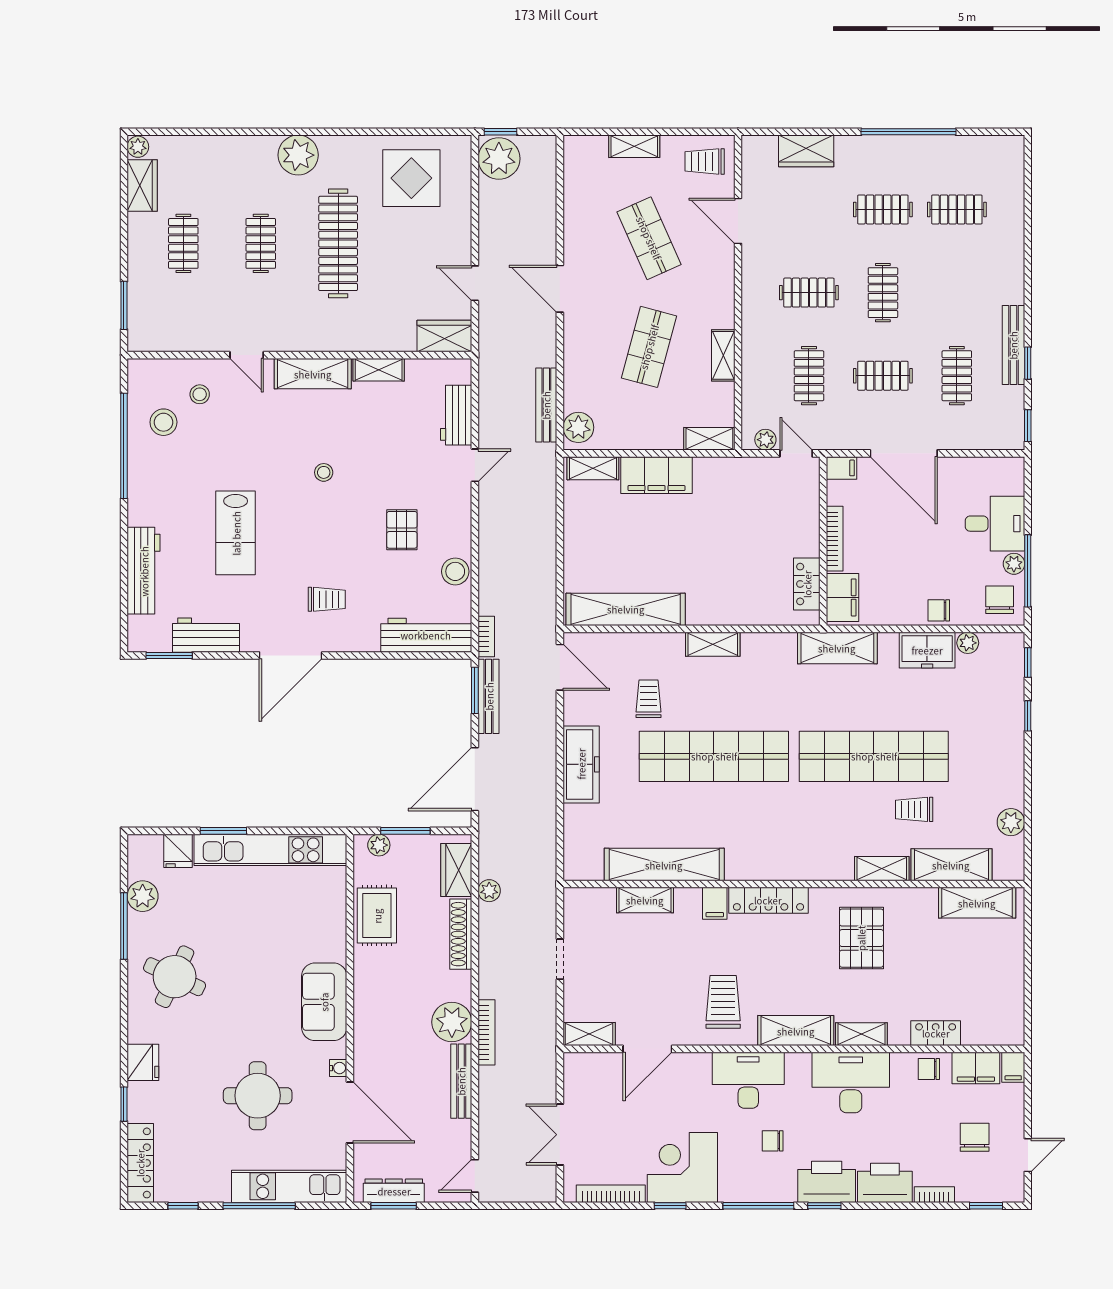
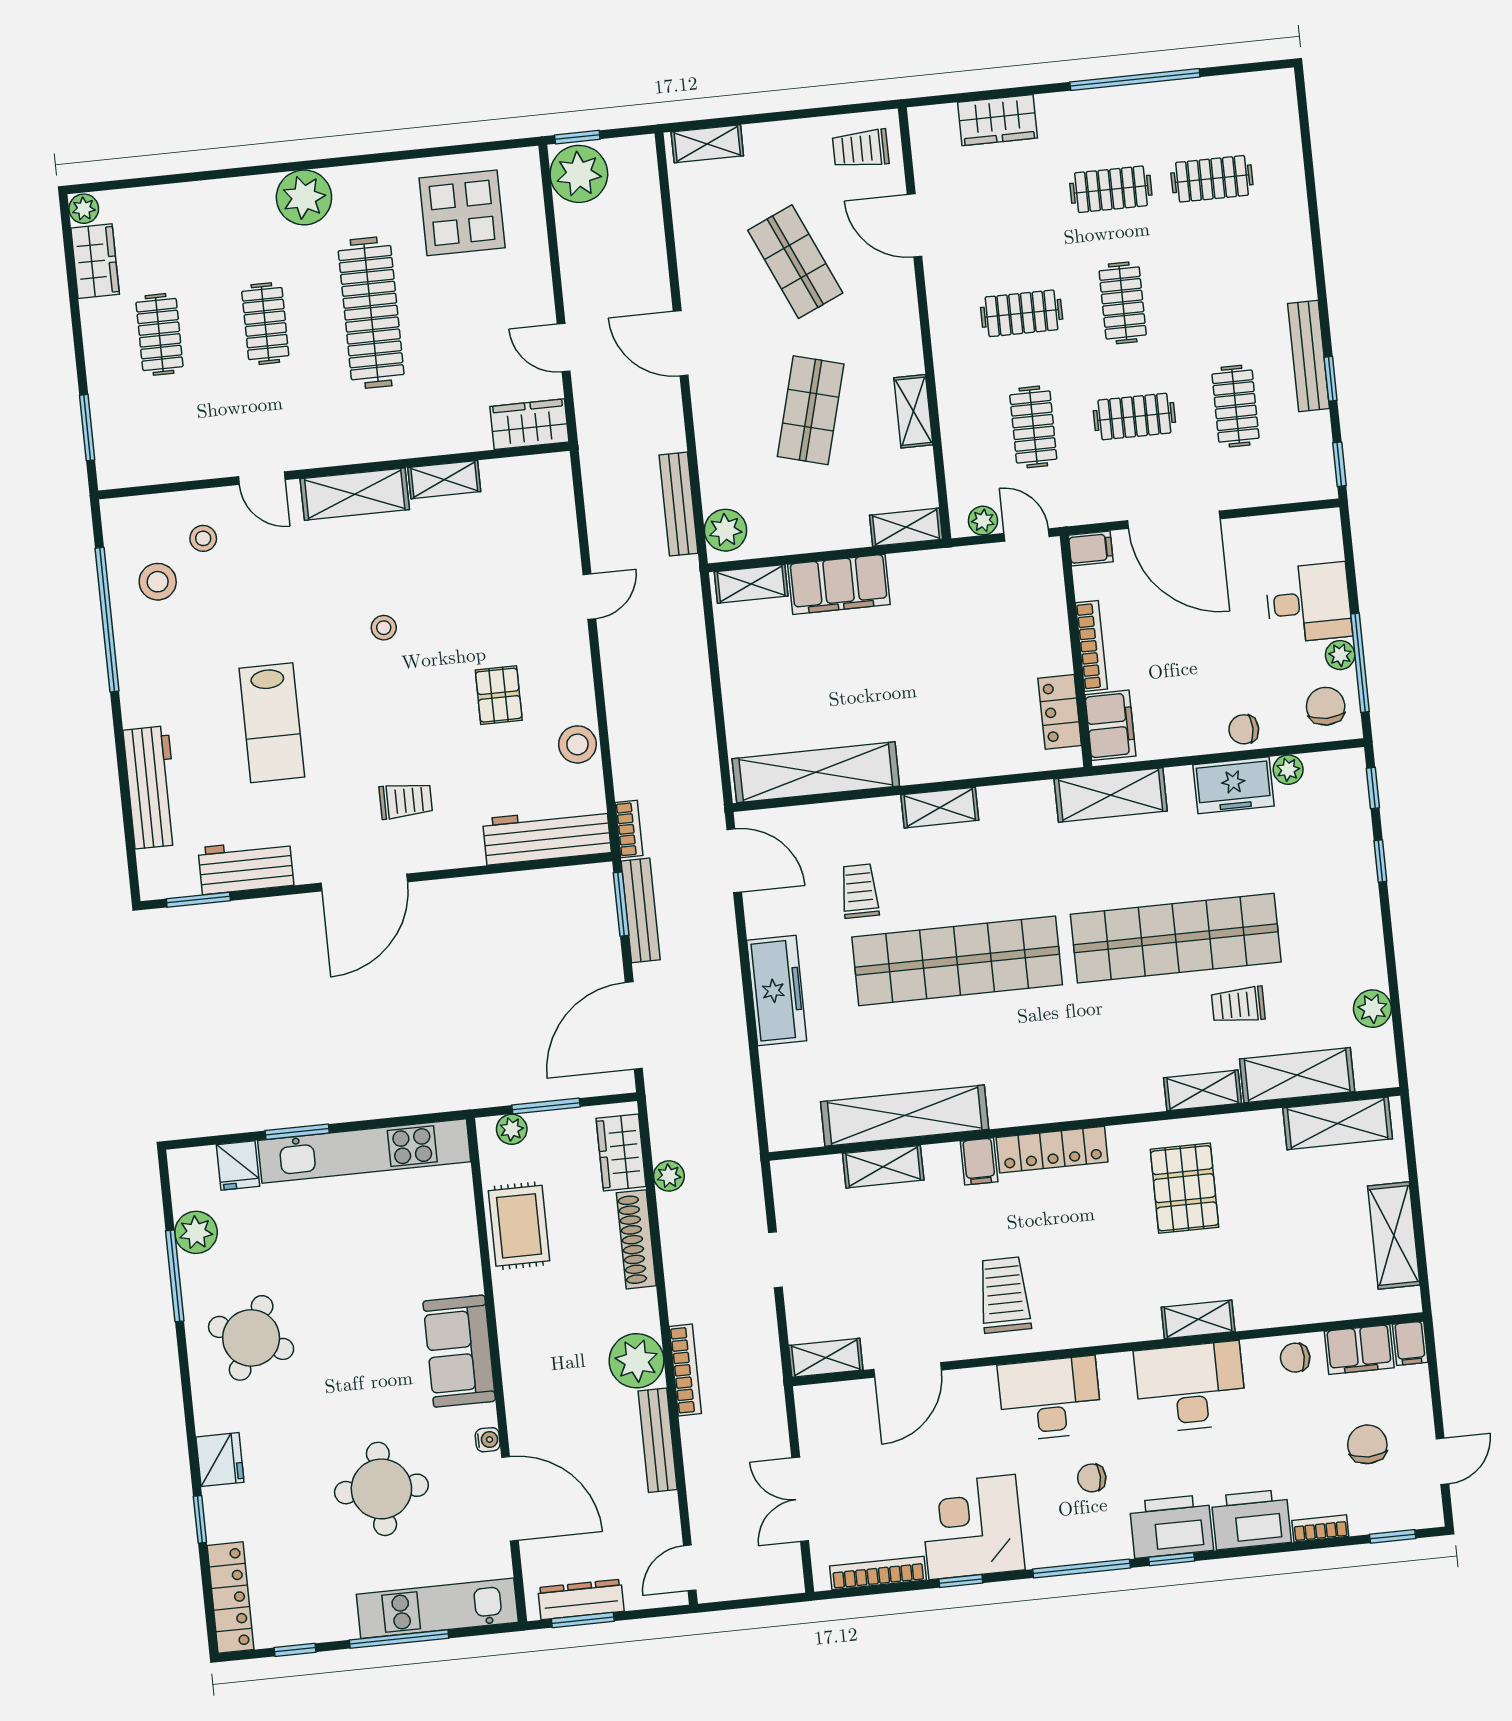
shelving: (634, 146) -> (707, 144), moved
workbench: (456, 415) -> (557, 531), removed
shelving: (796, 1031) -> (1394, 1235), moved, turned 90
locker: (936, 1033) -> (1299, 1308), removed

